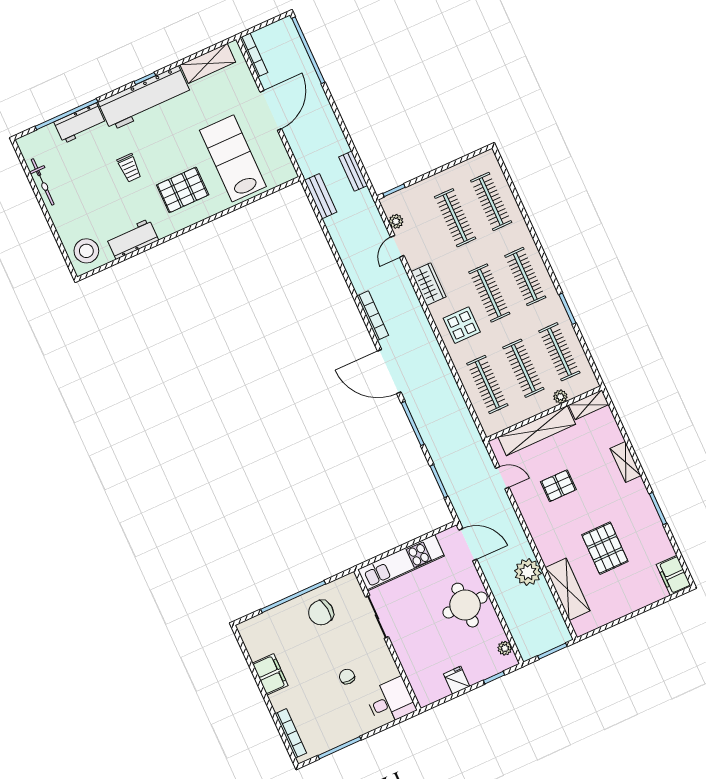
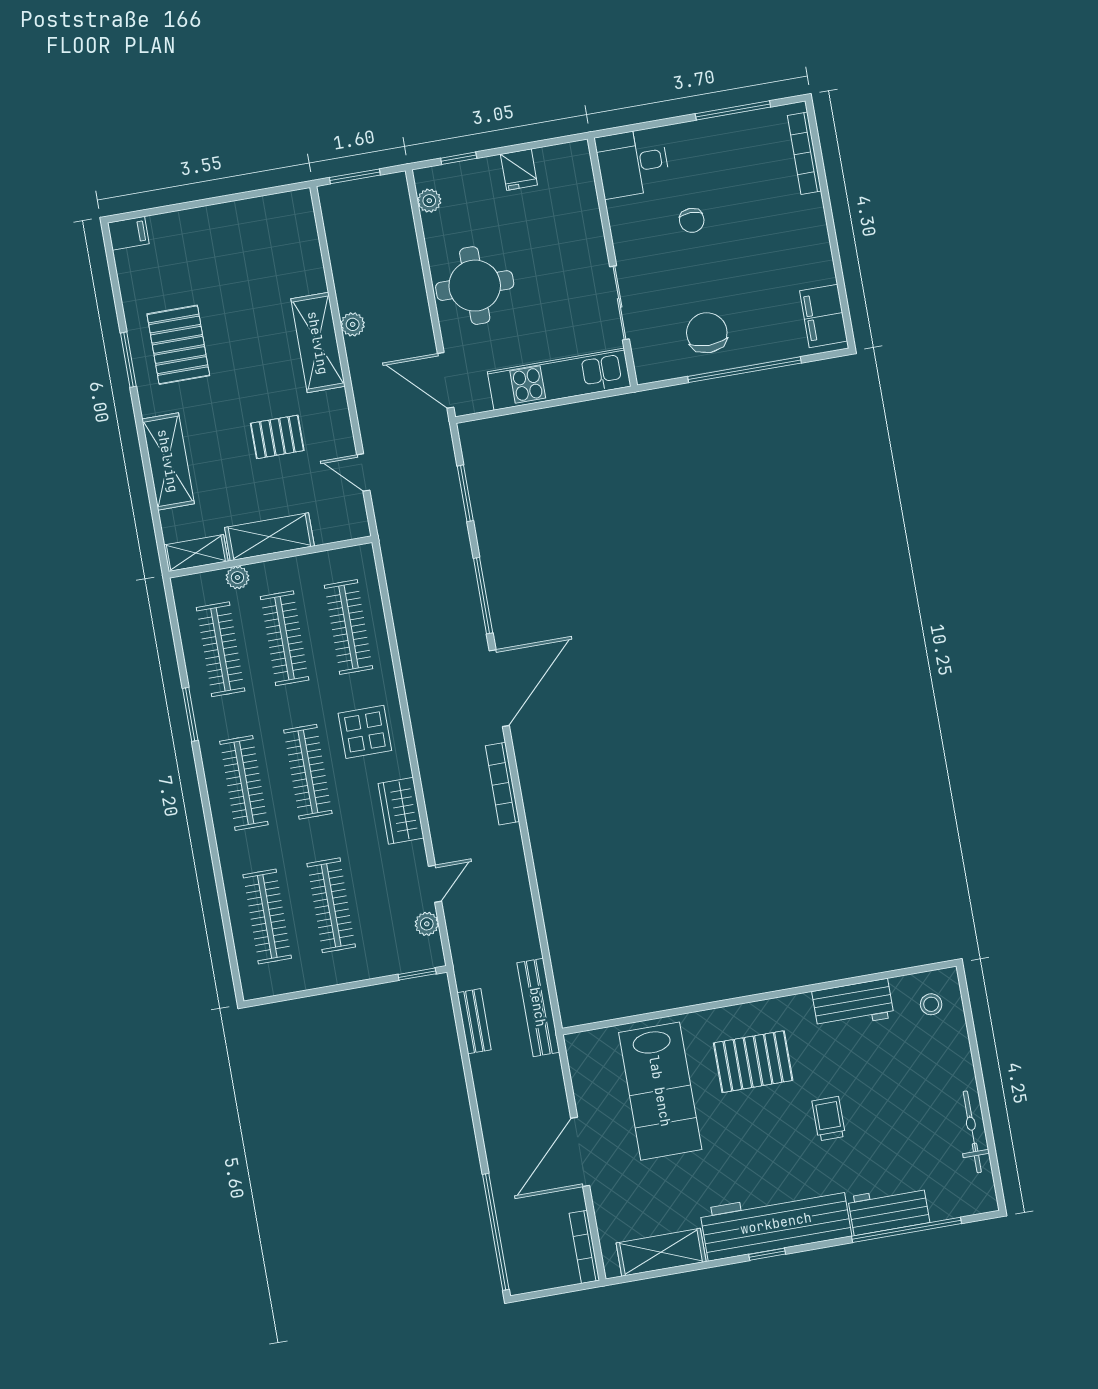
bench: (321, 196) -> (538, 1007), width x1.36
stool: (86, 251) -> (931, 1004), width x0.53, depth x0.53
door: (389, 371) -> (499, 688), hinge flipped
shelving: (537, 431) -> (269, 537), width x0.68
shelving: (625, 462) -> (168, 461), width x1.50, depth x1.33
pallet: (605, 548) -> (178, 345), moved
plant: (528, 572) -> (353, 324), width x0.53, depth x0.53
filing cabinet: (674, 575) -> (128, 233), width x0.50
shelving: (568, 589) -> (318, 343), moved
chair: (321, 613) -> (707, 333), turned -83
filing cabinet: (270, 674) -> (824, 316), moved

